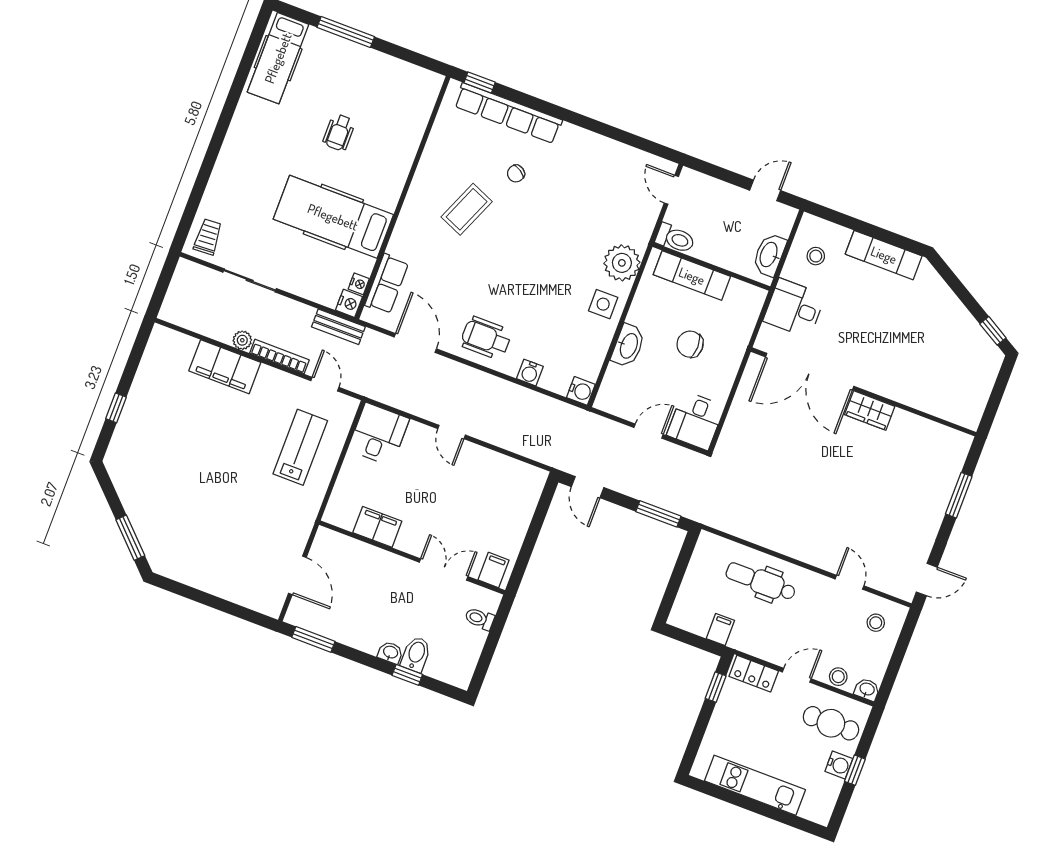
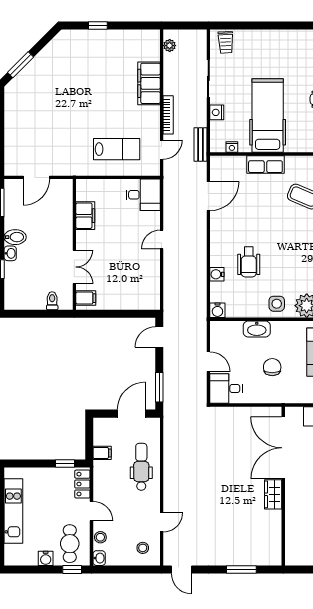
trolley: (208, 237) -> (226, 42), turned 90
row of seats: (387, 284) -> (265, 164), moved
nightstand: (349, 303) -> (217, 112), moved, turned 90
wheelchair: (486, 338) -> (249, 262), moved, turned 180
plant: (242, 340) -> (170, 46), moved
door: (681, 567) -> (131, 414), added
bidet: (416, 654) -> (15, 237), moved
window: (855, 770) -> (72, 570), moved

